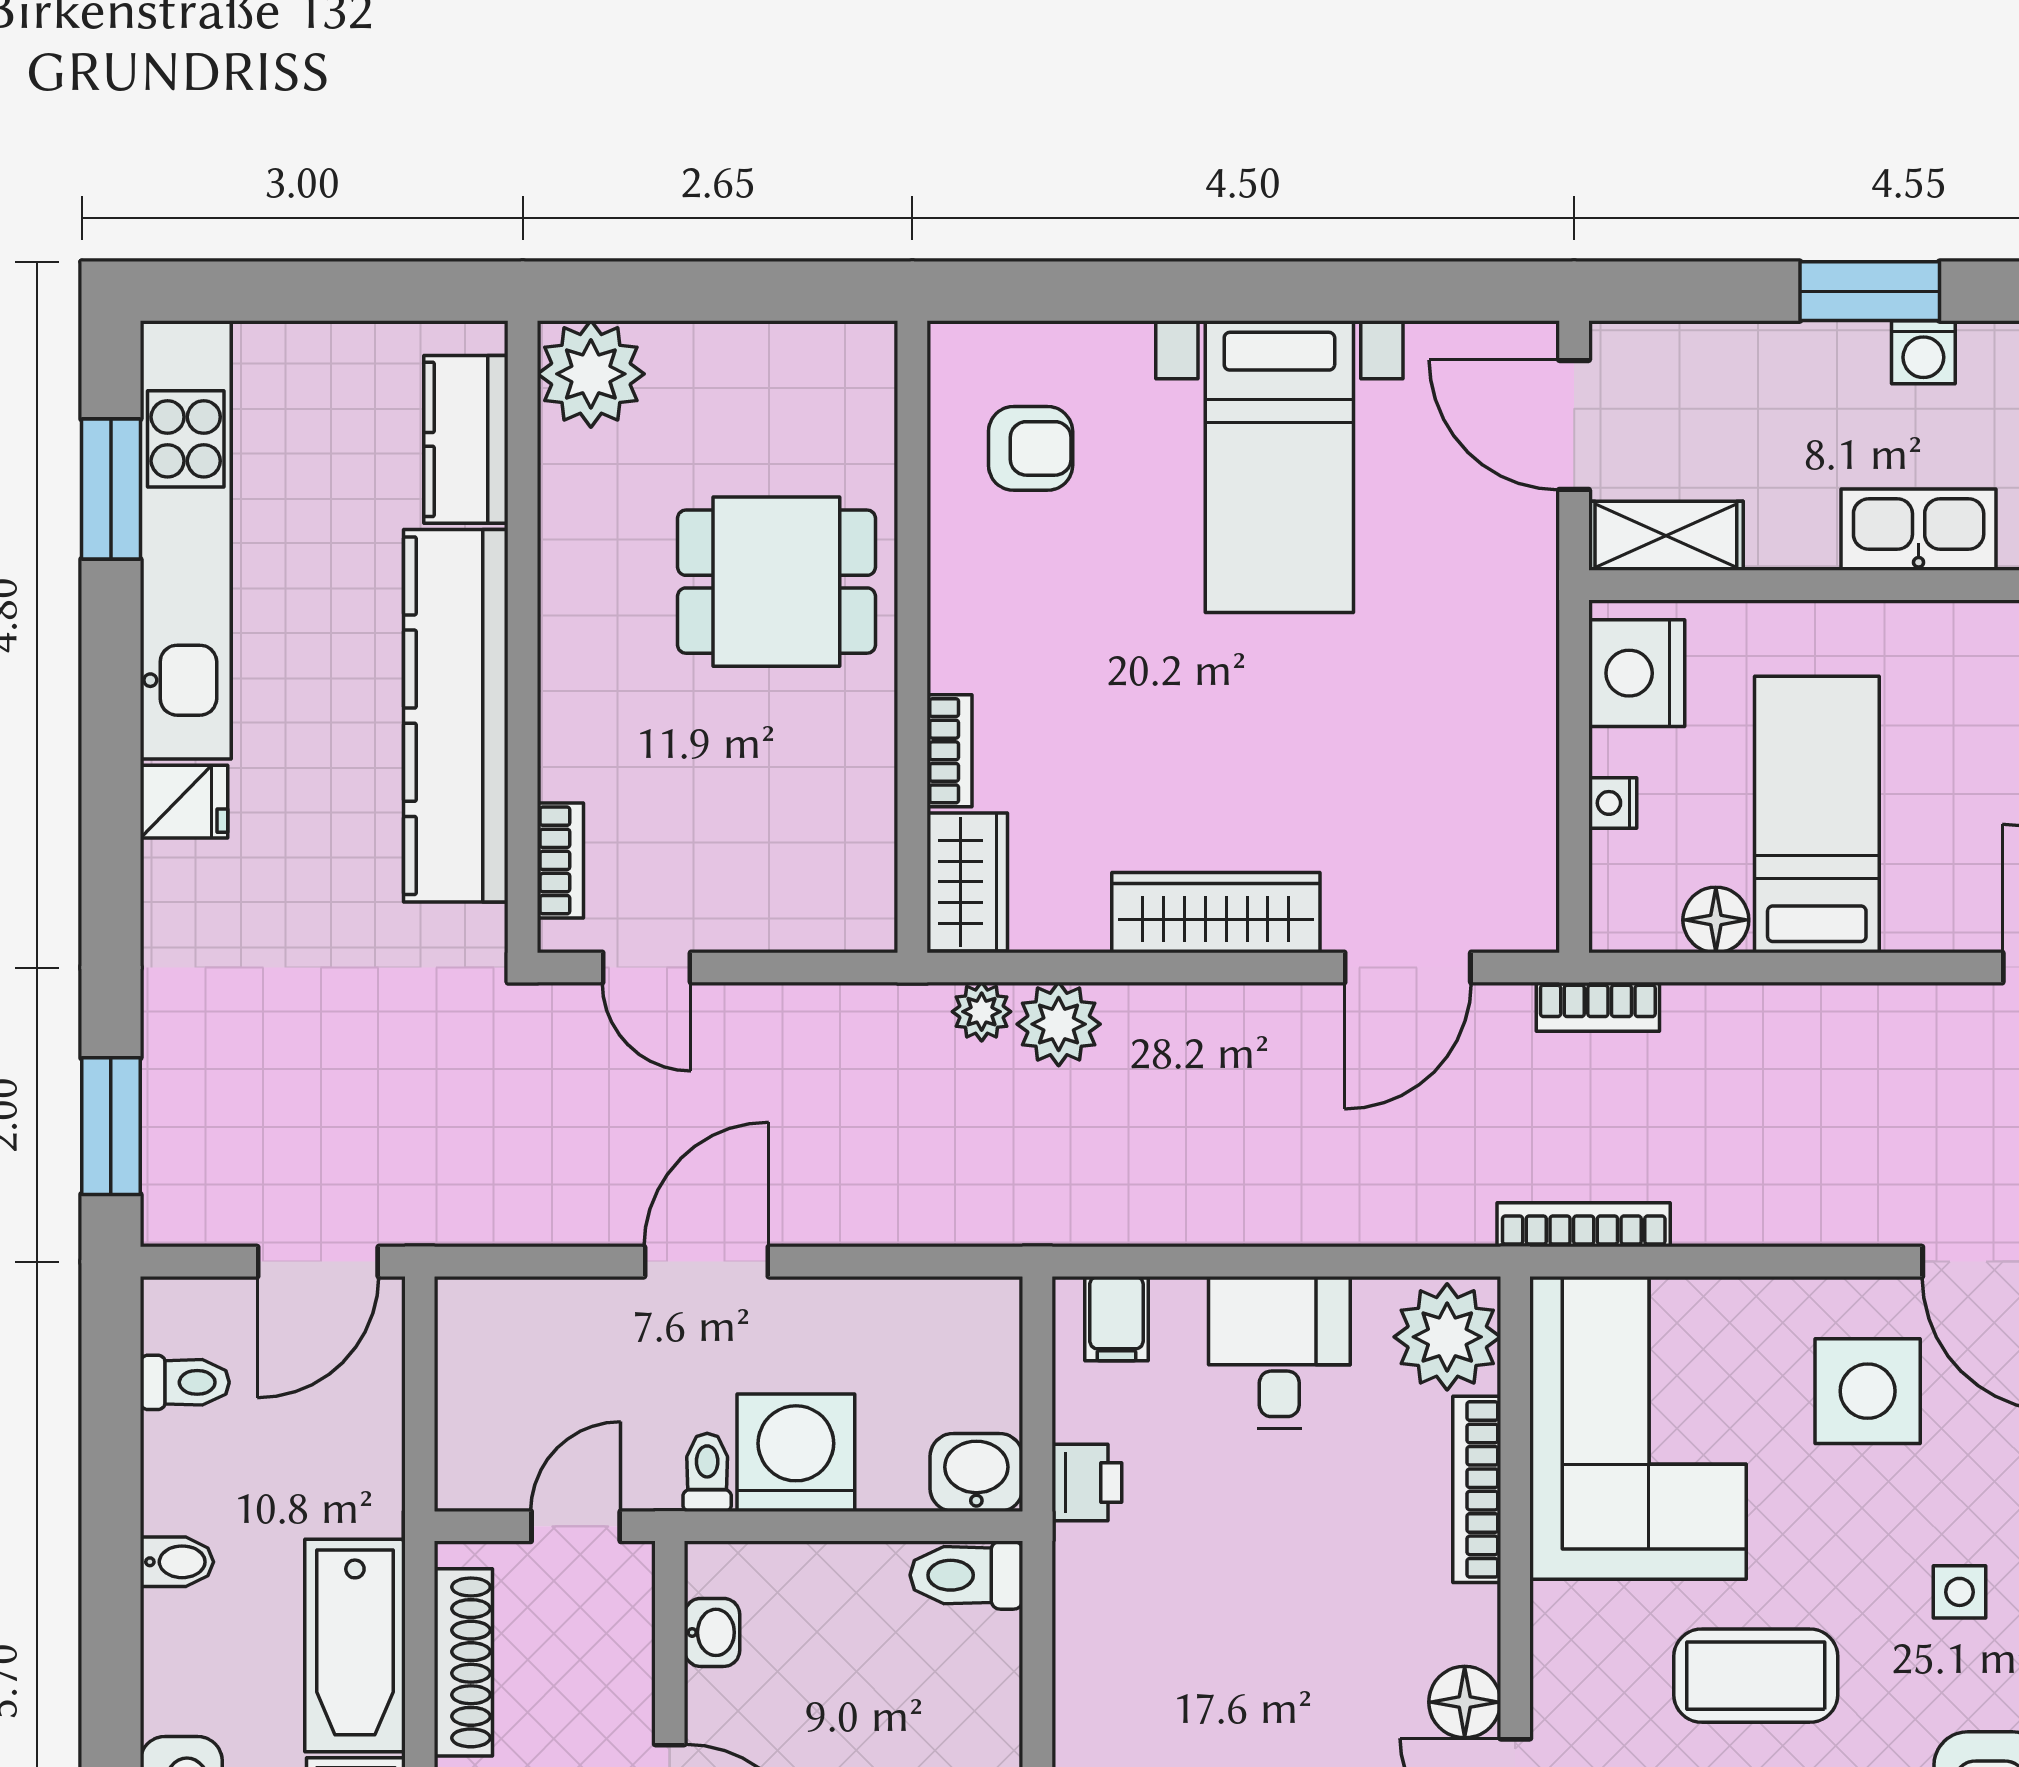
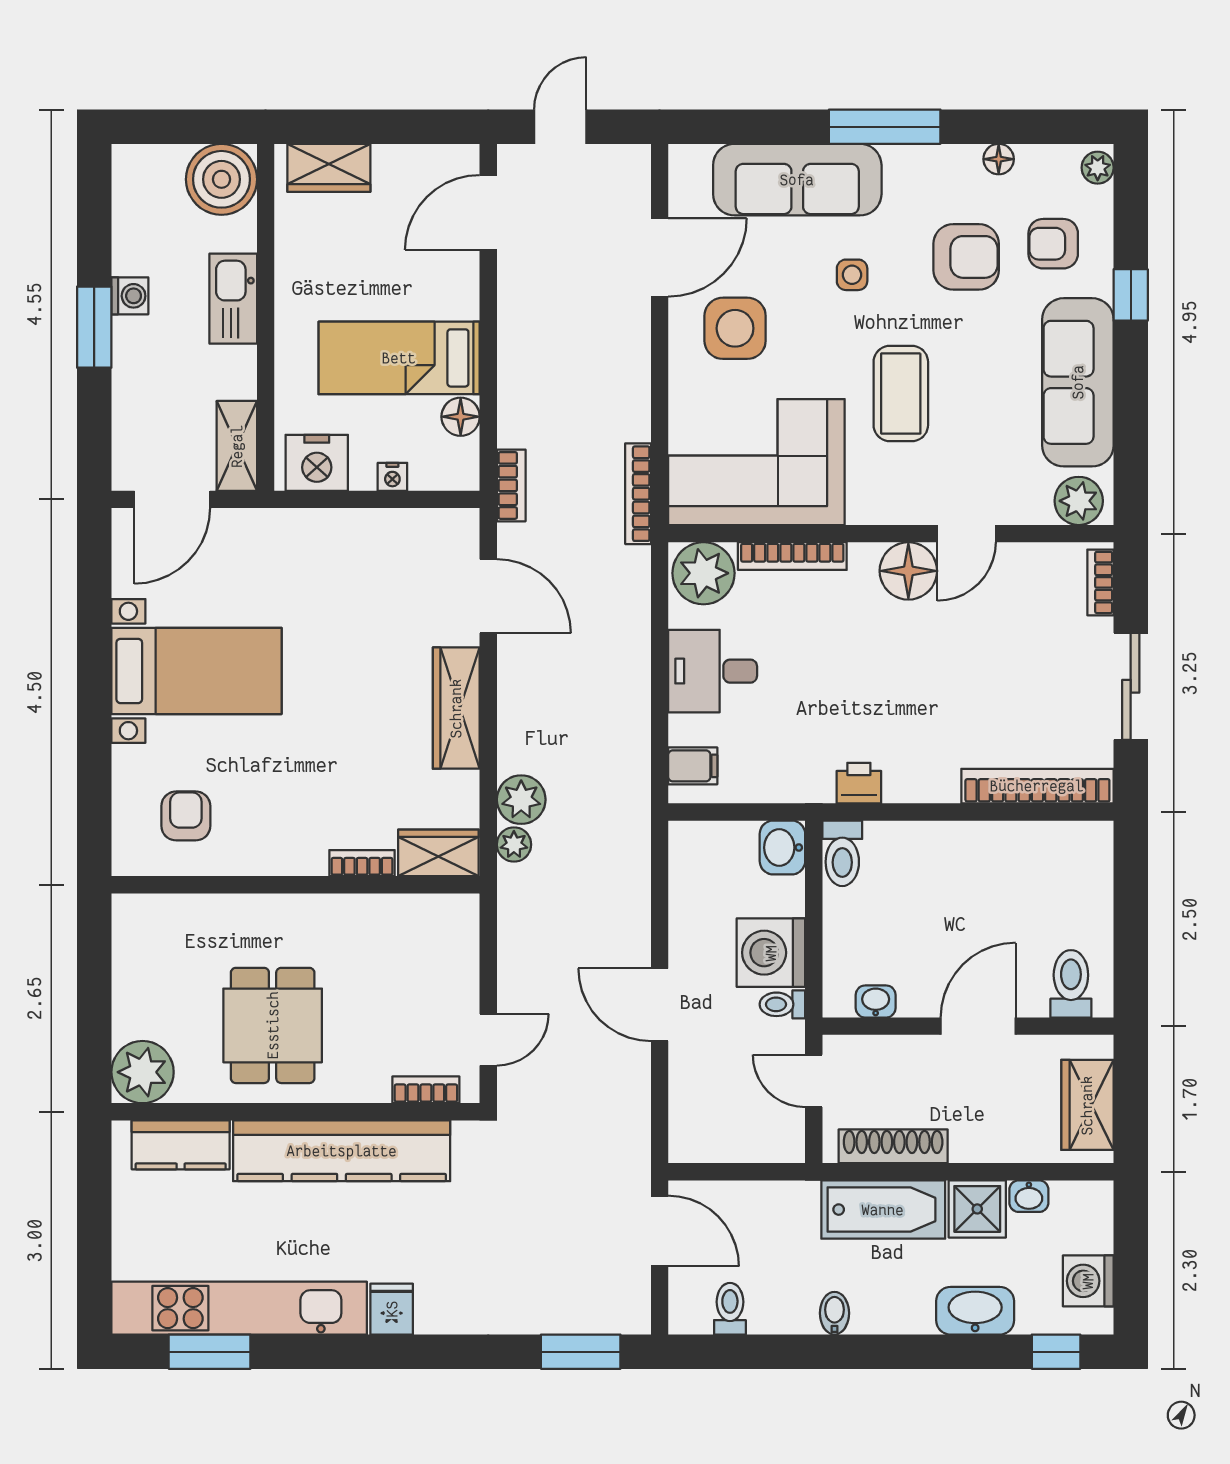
dining table: (776, 582) -> (273, 1025), moved
printer: (1087, 1483) -> (859, 783), moved
floor lamp: (1465, 1702) -> (908, 571), width x1.38, depth x1.38

